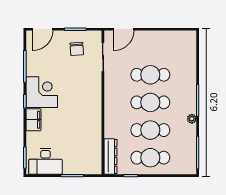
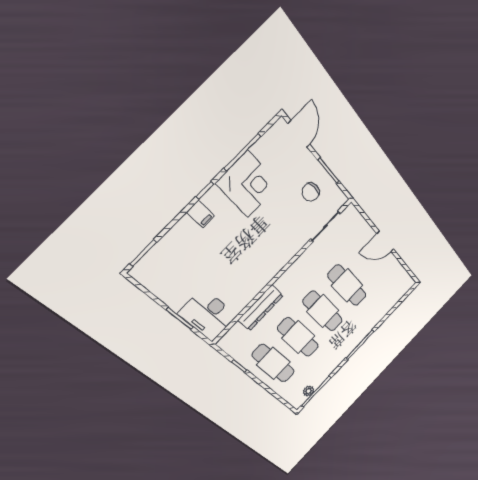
door: (43, 29) -> (299, 134), swing flipped
door: (123, 29) -> (385, 241), moved
corner desk: (42, 92) -> (248, 184), moved
plant: (192, 119) -> (309, 391), moved
filing cabinet: (33, 120) -> (201, 214), width x0.50
dresser: (110, 156) -> (261, 308), moved
desk: (46, 161) -> (208, 315), moved

